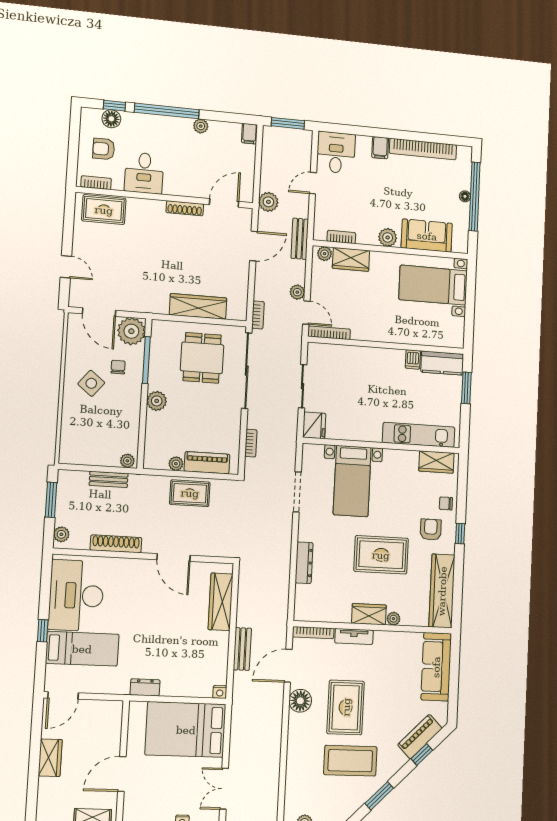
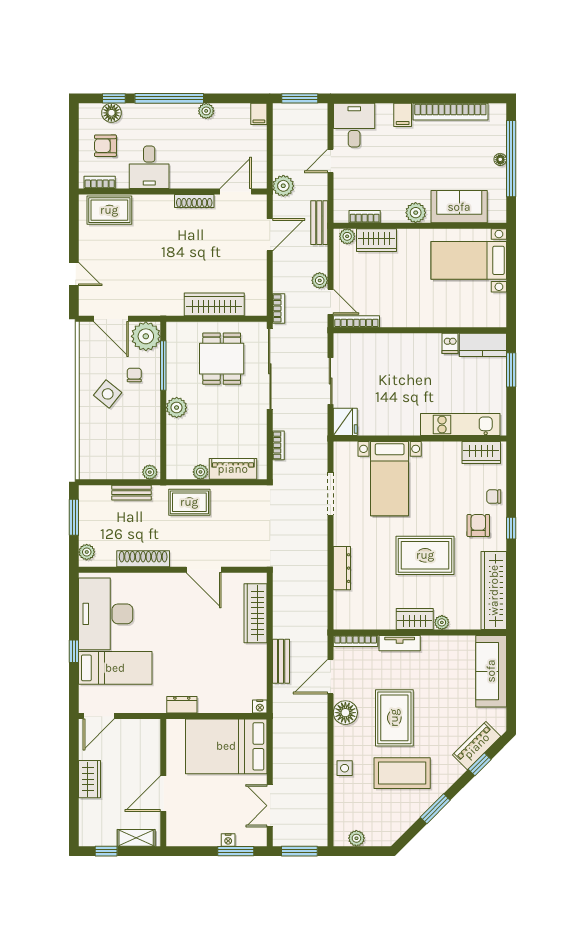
rug: (190, 493) -> (189, 502), moved
side table: (297, 754) -> (345, 768), added

